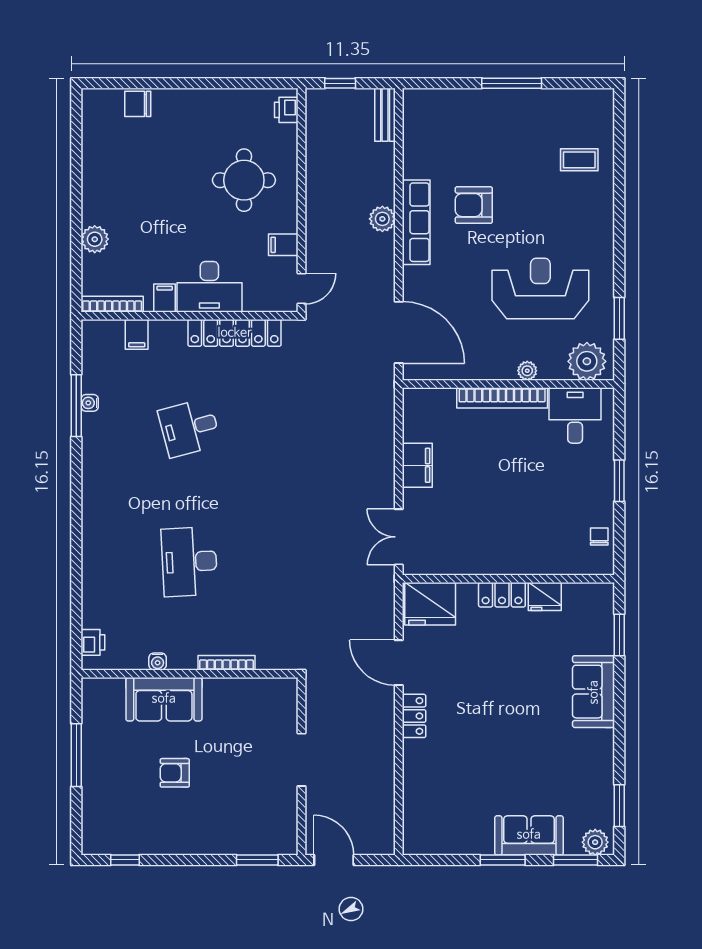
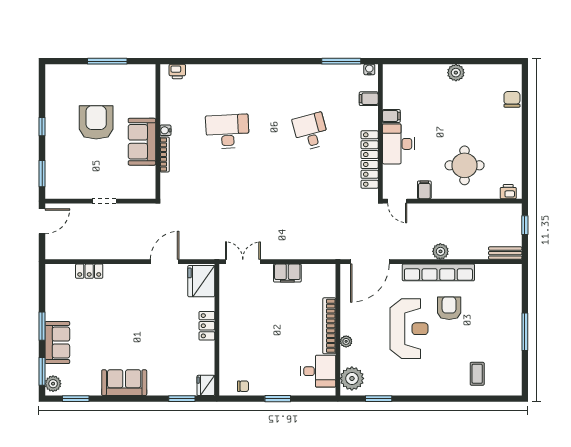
row of seats: (416, 222) -> (438, 272), width x1.36
plant: (95, 239) -> (456, 73), moved
reception desk: (540, 288) -> (409, 329), moved
bookcase: (112, 304) -> (387, 83), removed
water cooler: (90, 403) -> (369, 69), moved
window: (76, 406) -> (341, 61), moved
fridge: (545, 596) -> (206, 385), moved
water cooler: (158, 661) -> (165, 130), moved
sofa: (594, 692) -> (124, 383), moved
sofa: (164, 699) -> (142, 142), moved
locker: (414, 716) -> (89, 271), moved
doorway: (301, 760) -> (104, 201), width x0.73
armchair: (175, 773) -> (96, 122), width x1.88, depth x1.88
window: (125, 860) -> (42, 127), moved

